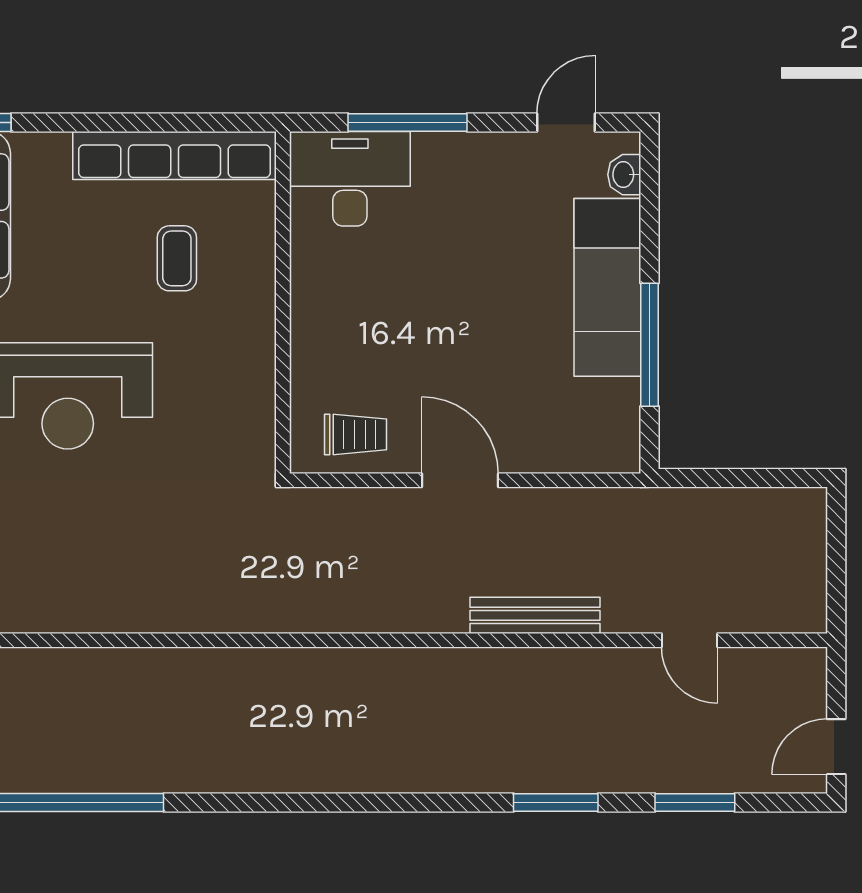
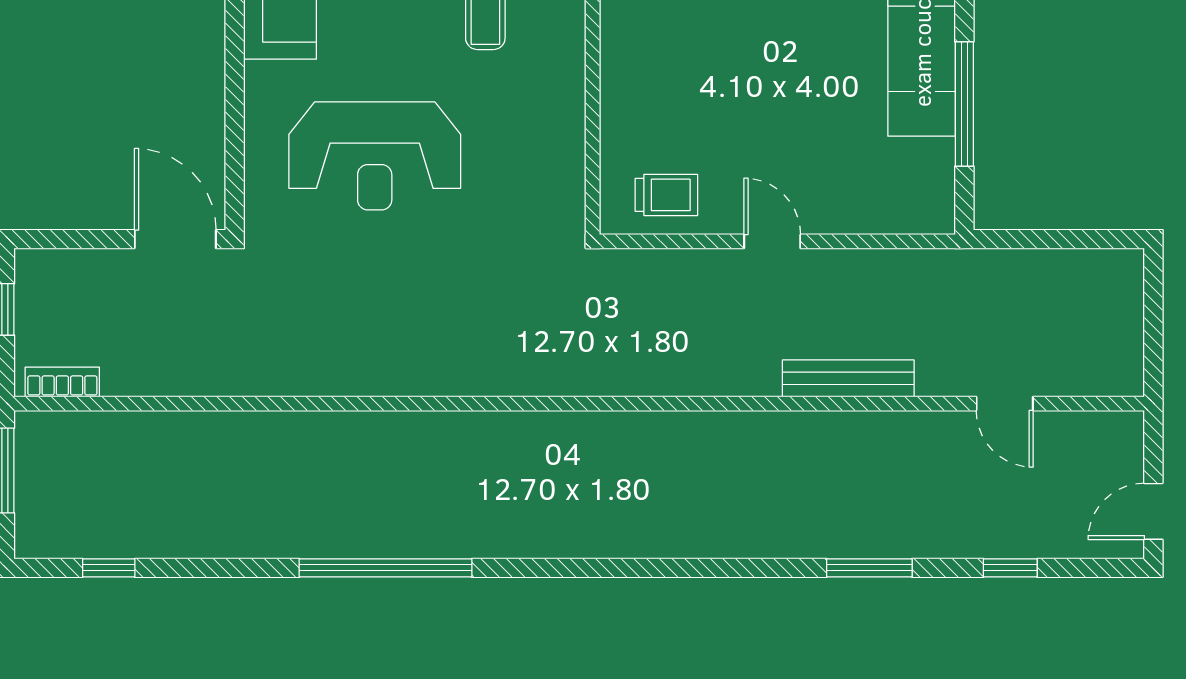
door: (460, 480) -> (772, 241), width x0.73
window: (695, 802) -> (1010, 568), width x0.67

